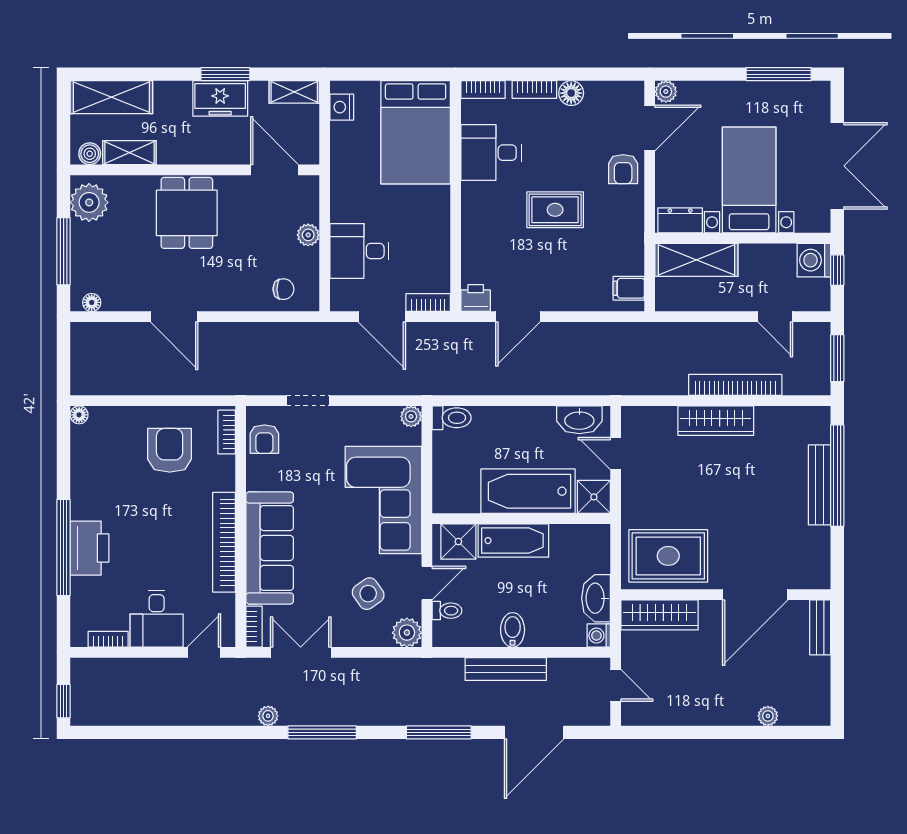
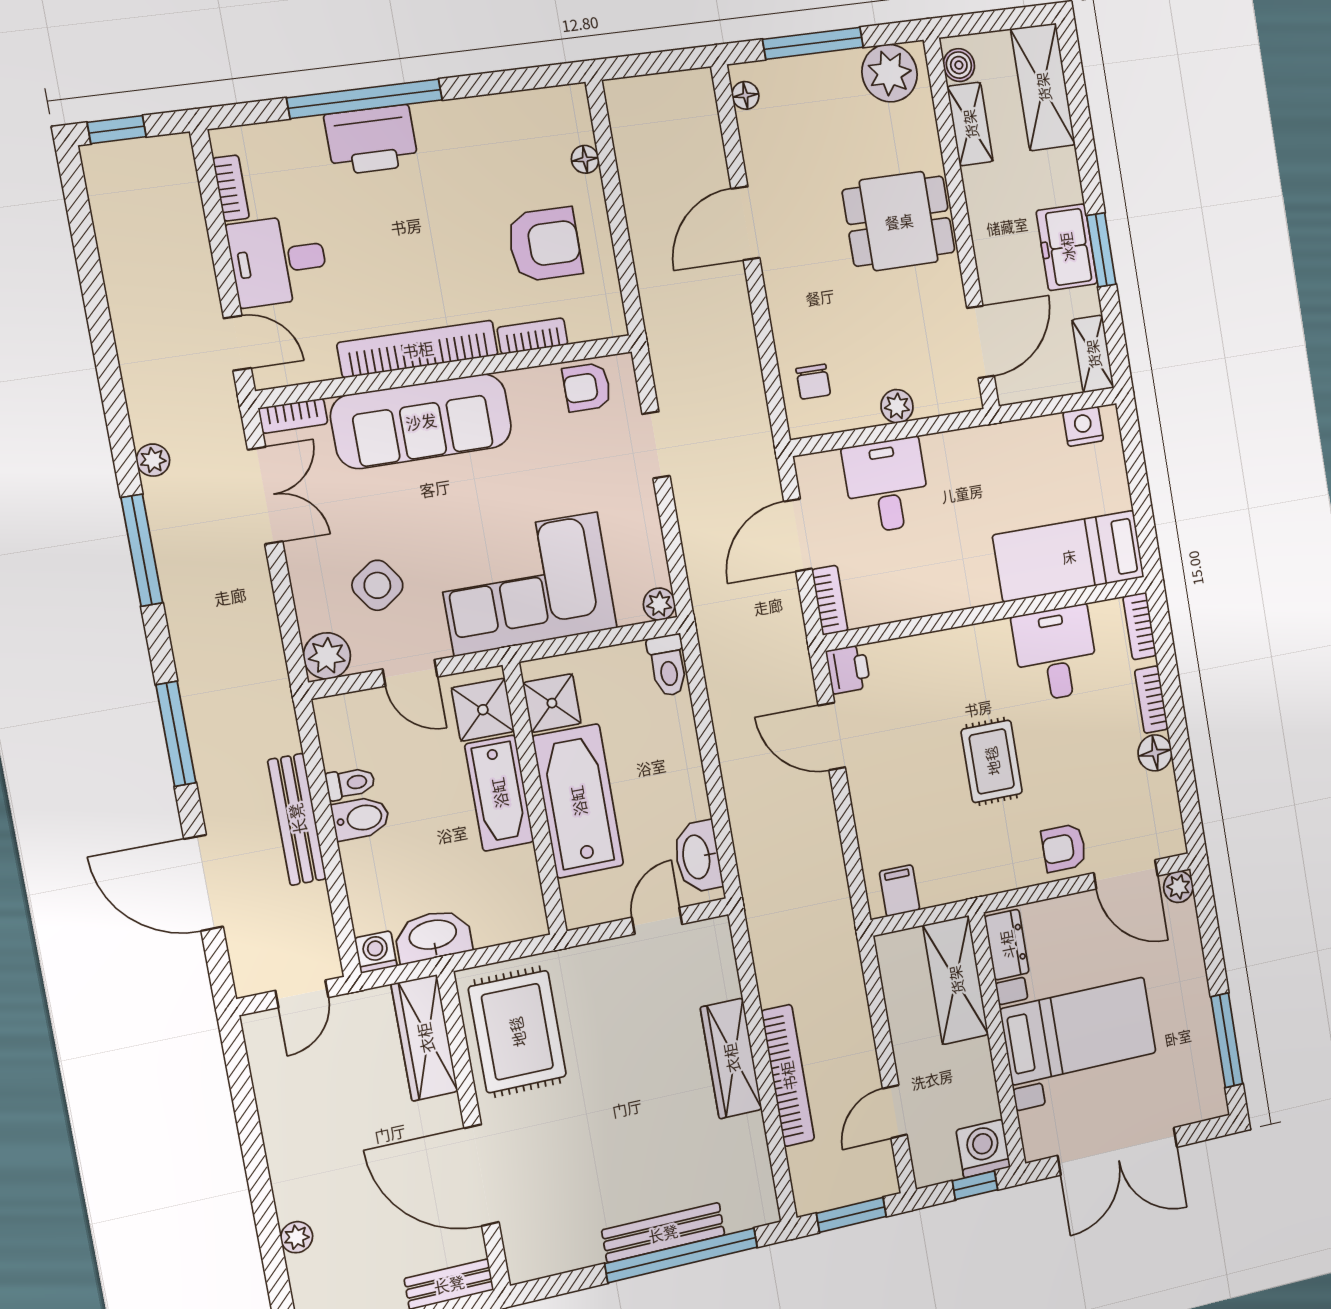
bed: (416, 132) -> (1069, 556), width x0.67
floor lamp: (79, 415) -> (585, 159), moved
bookcase: (227, 432) -> (532, 336), moved
shower: (594, 497) -> (552, 703), moved
toilet: (447, 611) -> (350, 783), moved, turned -90

